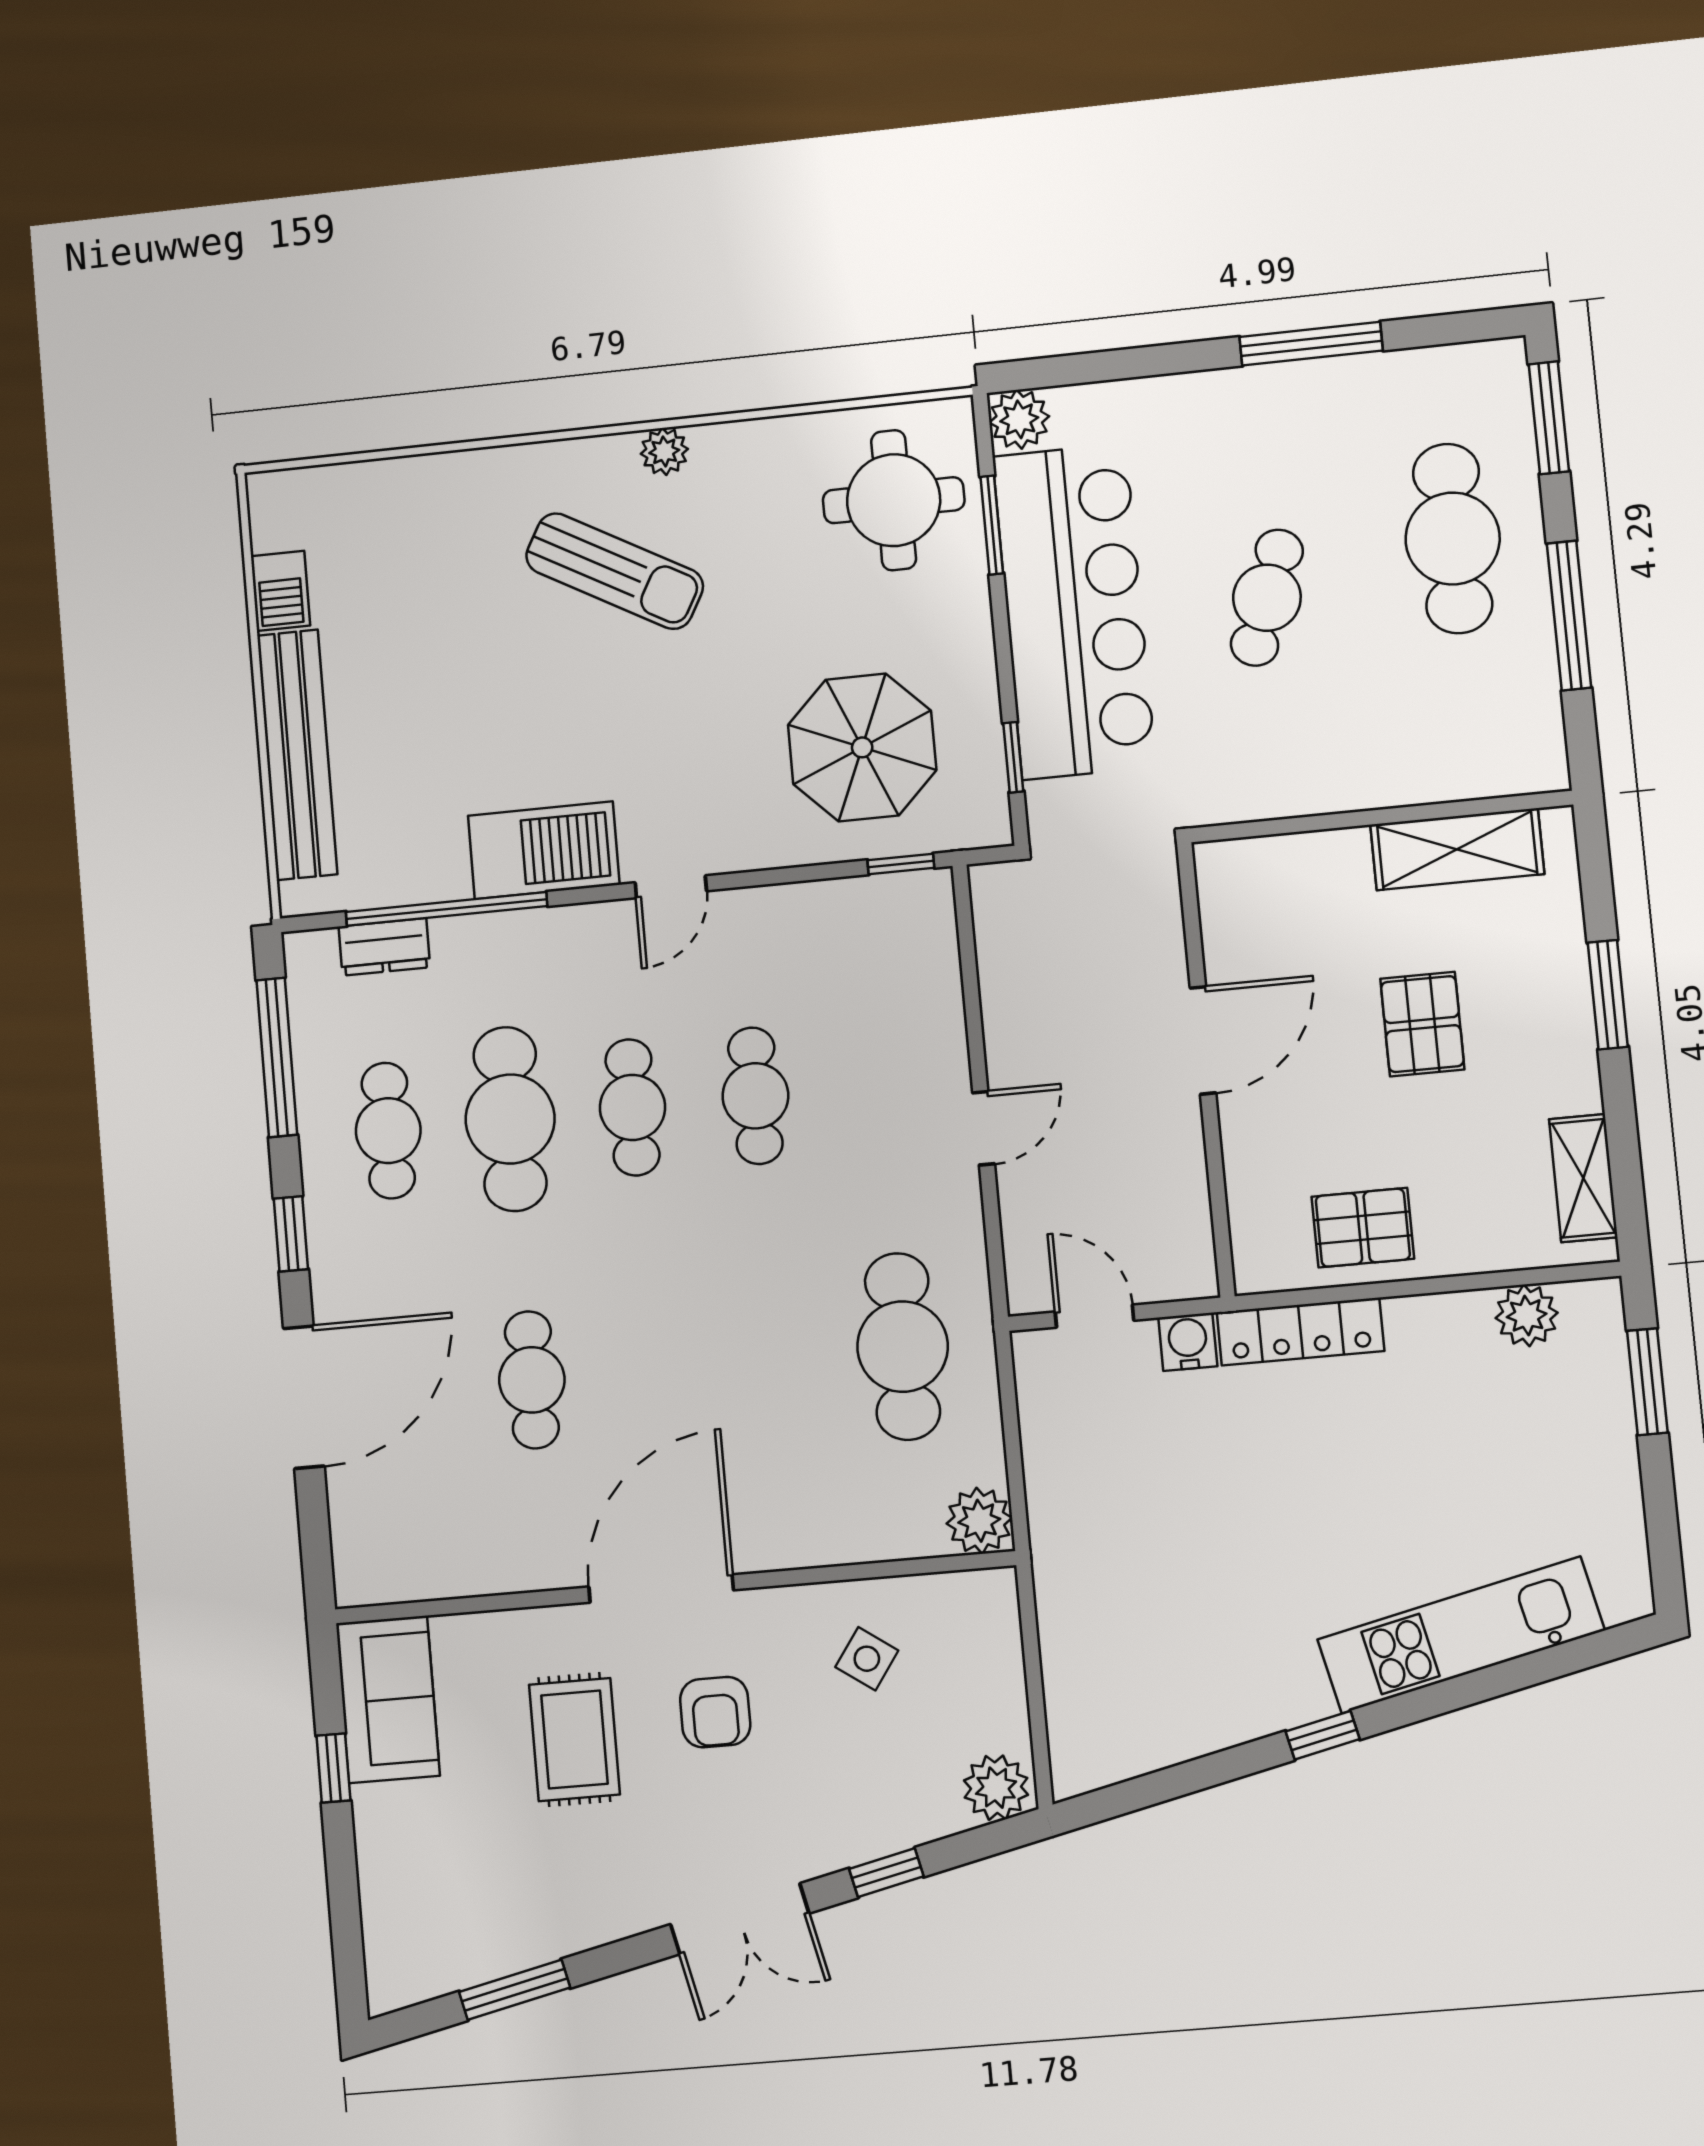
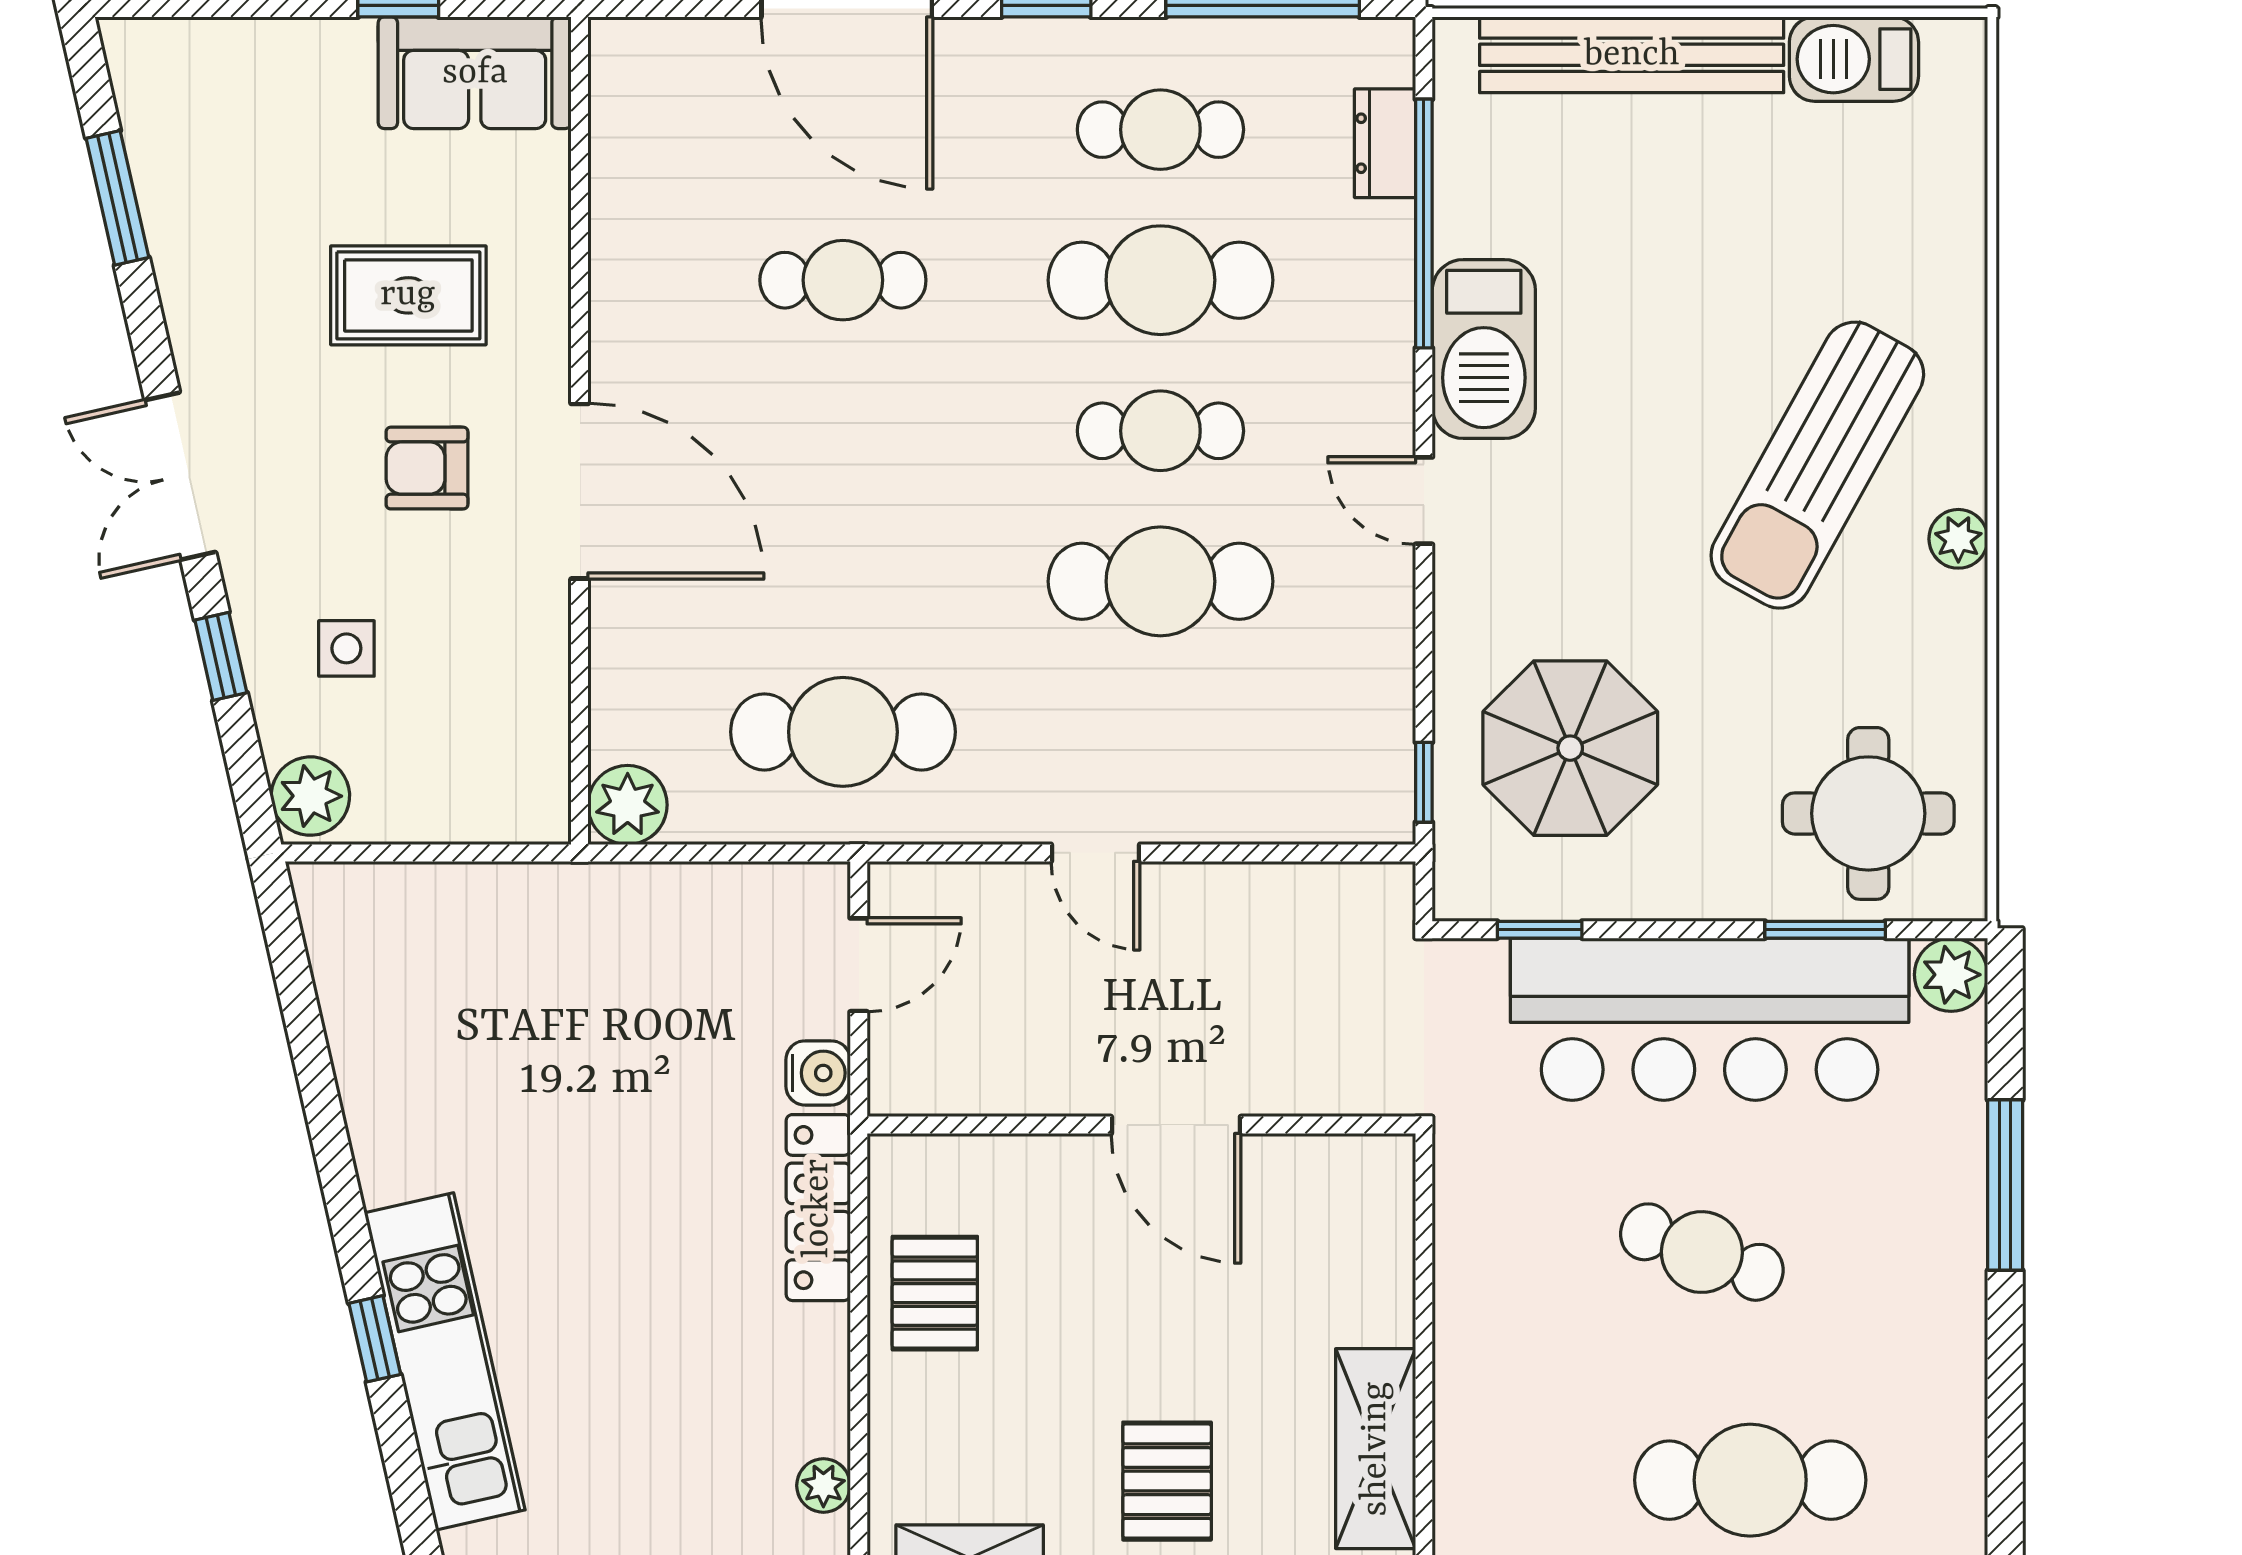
window: (1311, 344) -> (2005, 1185), moved
sun lounger: (615, 571) -> (1817, 465), width x1.36, depth x1.34
barbecue: (280, 591) -> (1854, 59), width x1.38, depth x1.27
pallet: (1422, 1024) -> (1167, 1481), moved, turned 90
cafe table: (755, 1096) -> (1160, 581), width x1.37, depth x1.35
plant: (1527, 1315) -> (823, 1486), width x0.73, depth x0.73
door: (661, 1588) -> (580, 491), moved
side table: (867, 1659) -> (346, 648), moved, turned -35
window: (1323, 1735) -> (375, 1339), moved

